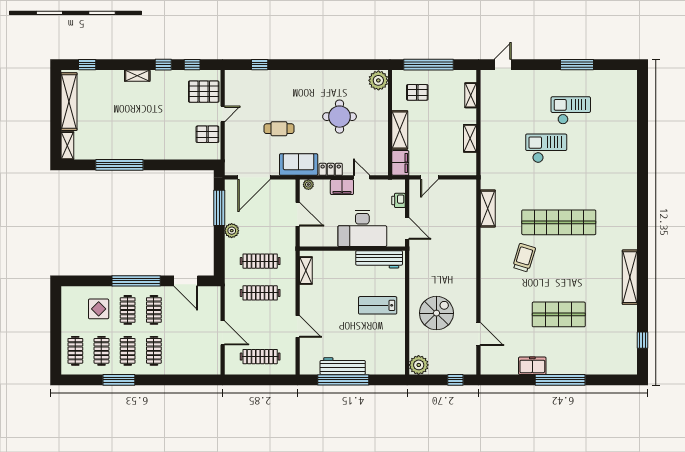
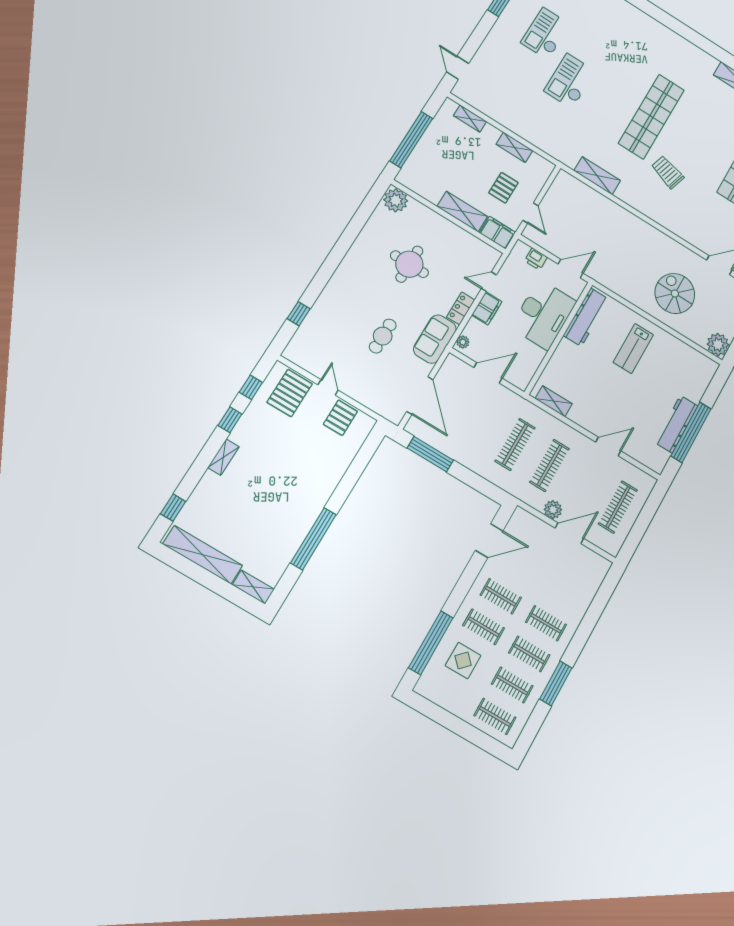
pallet: (417, 92) -> (503, 188), moved
plant: (232, 231) -> (553, 510), moved
window: (136, 281) -> (431, 643), moved

